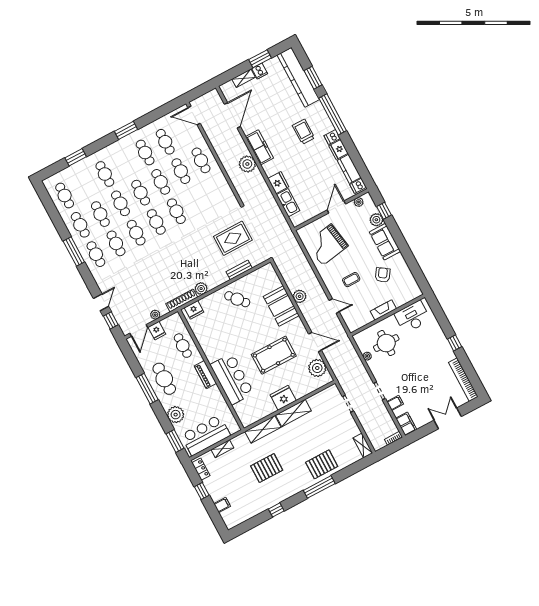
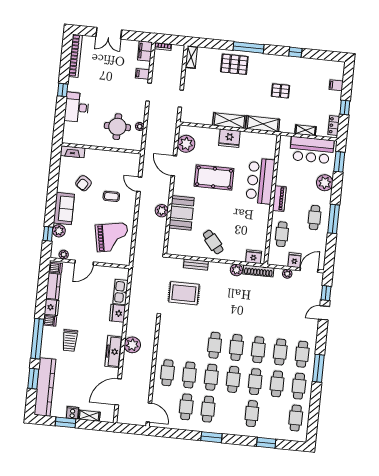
fireplace: (383, 310) -> (73, 152), moved
desk: (412, 317) -> (77, 107), moved, turned 90
cafe table: (164, 379) -> (315, 218), width x0.73, depth x0.74
pallet: (267, 468) -> (280, 91), width x0.67, depth x0.71

